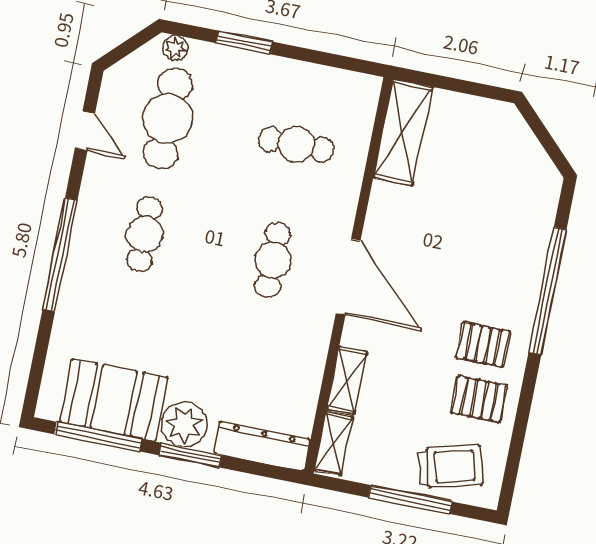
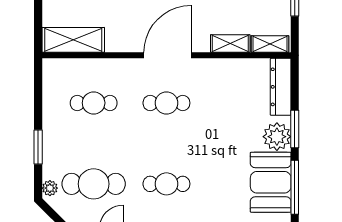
cafe table: (296, 144) -> (94, 103), turned 90

